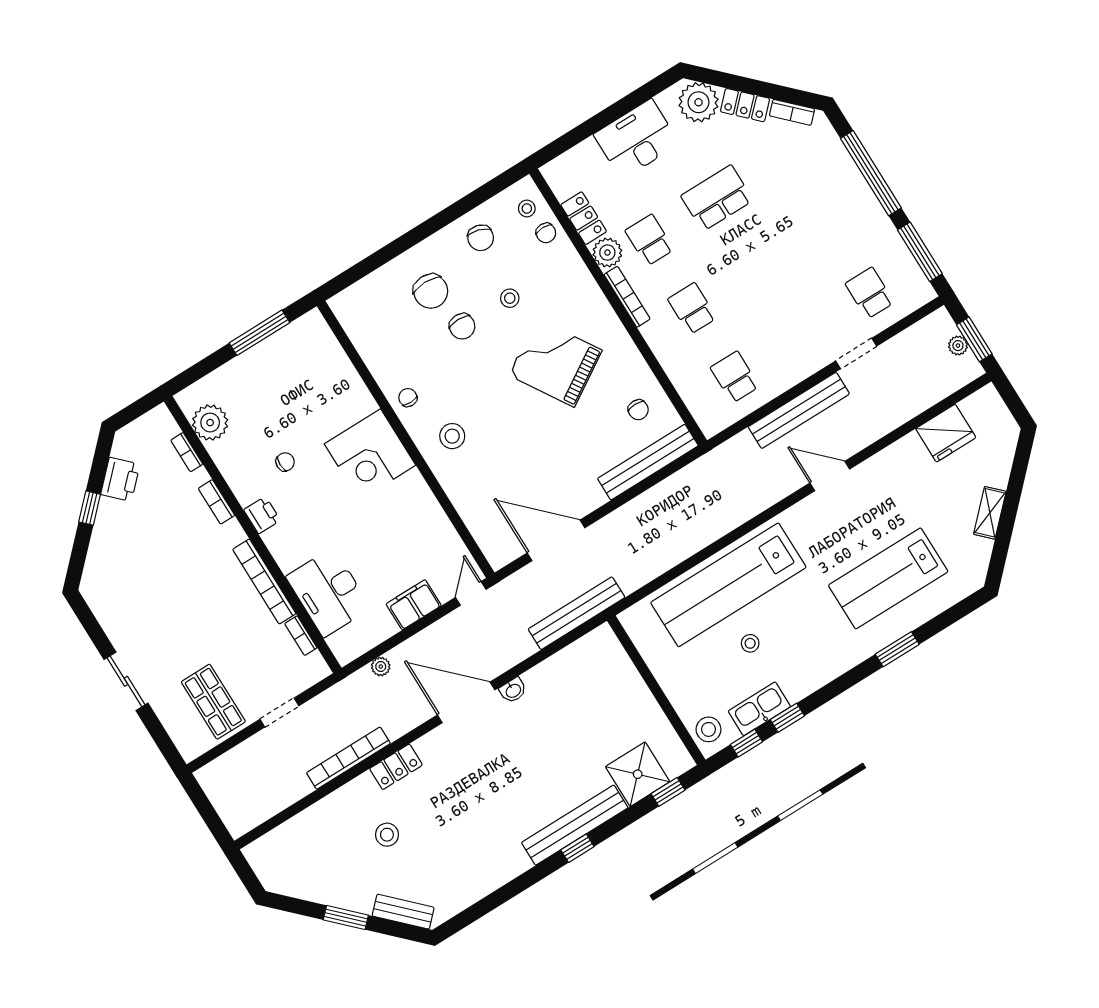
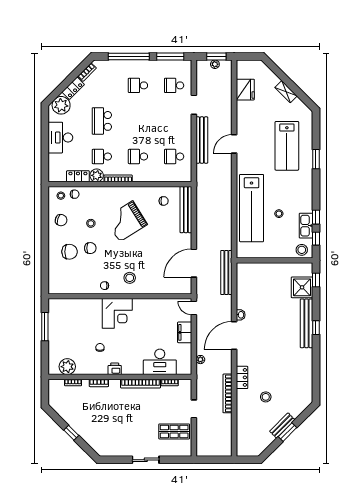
school desk: (827, 225) -> (138, 85), added
printer: (120, 479) -> (68, 414), removed
bench: (403, 912) -> (282, 425), moved

